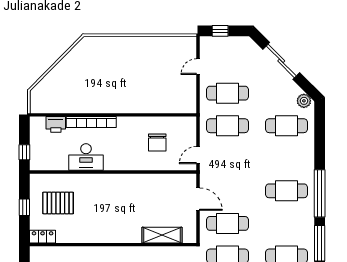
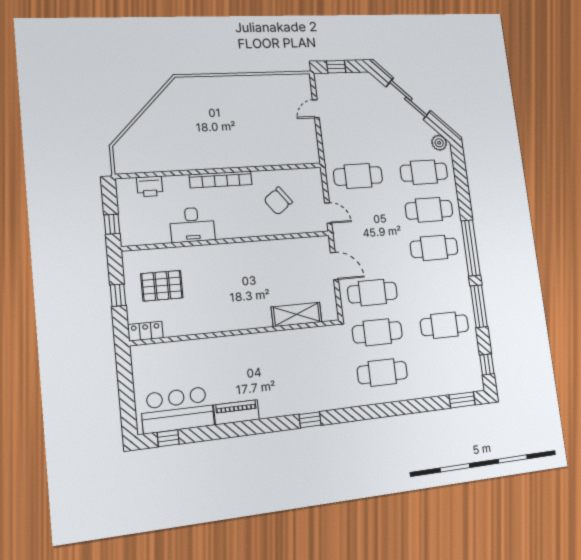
cafe table: (228, 93) -> (429, 210), moved
bookcase: (91, 122) -> (221, 180), moved
chair: (157, 142) -> (278, 201), turned 53
door: (198, 155) -> (328, 213), swing flipped

